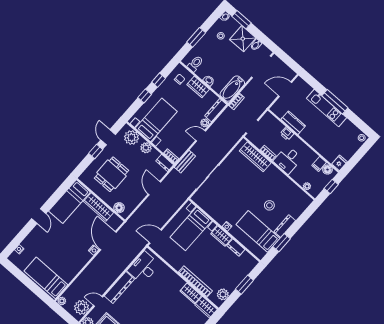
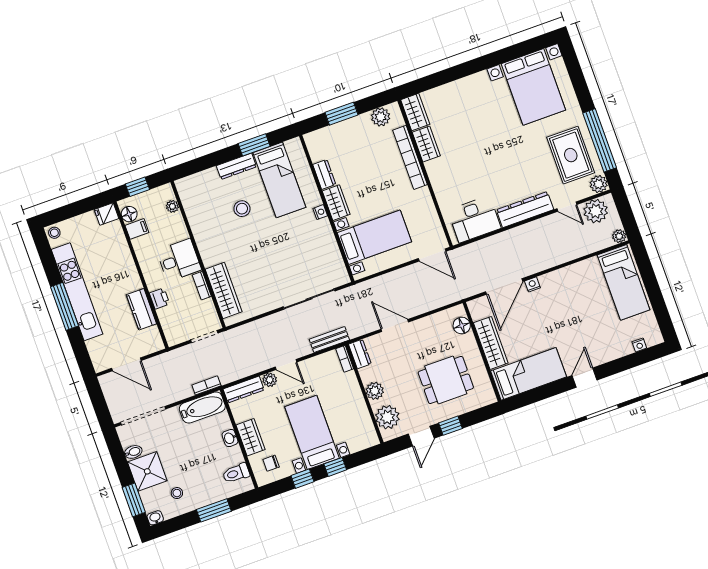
kitchen unit: (326, 108) -> (77, 292), width x1.36
bed with nightstands: (156, 120) -> (312, 432), moved, turned 90
door: (154, 188) -> (395, 326), swing flipped

